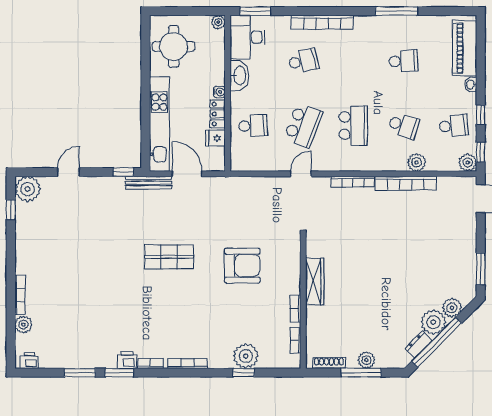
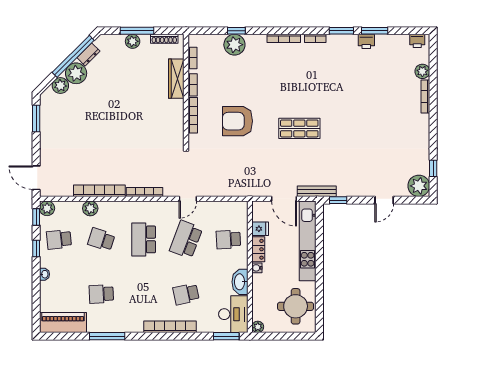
piano: (464, 48) -> (63, 323), moved, turned -90
bookcase: (295, 273) -> (193, 115), added
wardrobe: (315, 282) -> (176, 79), moved
printer: (127, 360) -> (366, 41), moved

